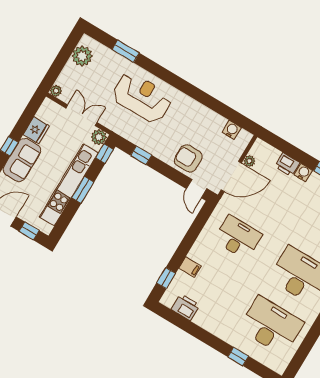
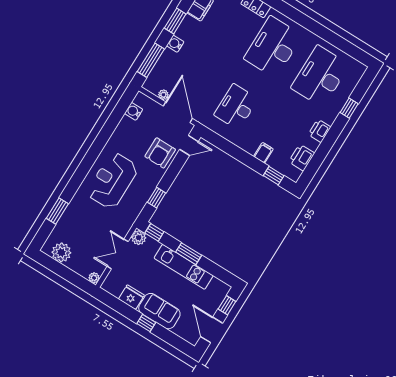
reception desk: (142, 97) -> (112, 181), moved
window: (286, 147) -> (151, 60), added
printer: (287, 165) -> (319, 131), moved, turned 180
kitchen unit: (69, 185) -> (184, 267), width x0.73

